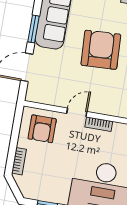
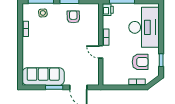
armchair: (101, 50) -> (60, 44), removed
armchair: (42, 129) -> (140, 62), moved

